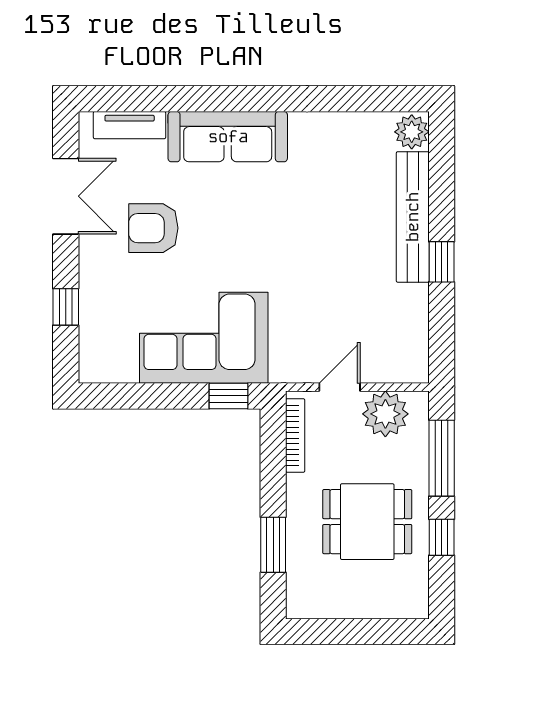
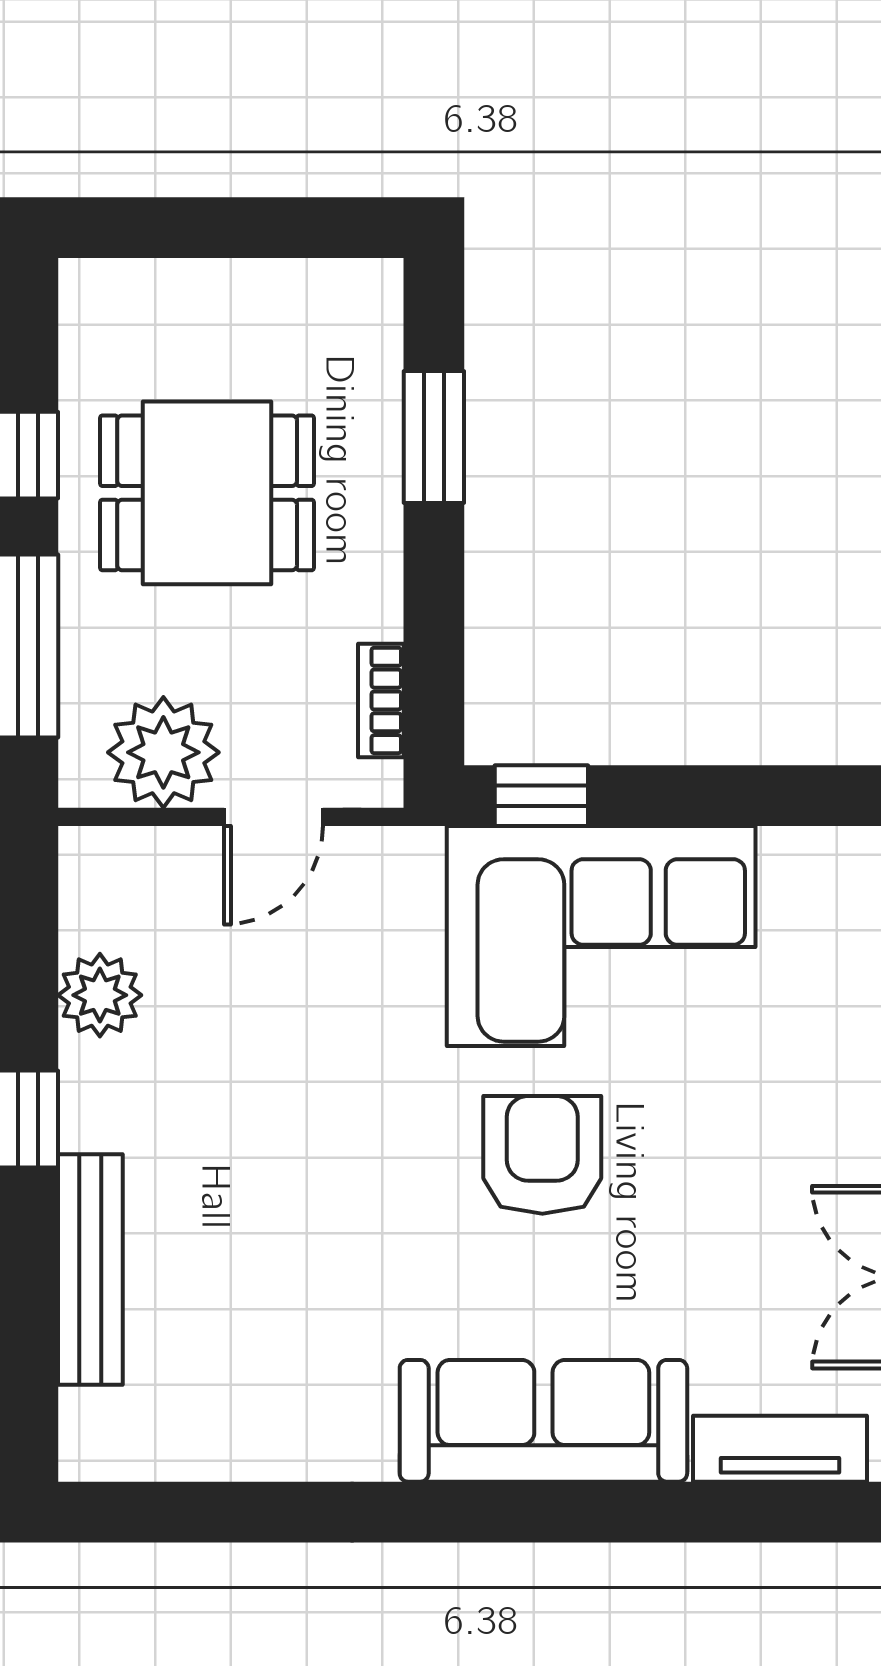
plant: (412, 132) -> (100, 995), moved
bench: (413, 217) -> (90, 1270), width x0.73, depth x0.82
armchair: (153, 228) -> (542, 1155), moved, turned -90
bookcase: (295, 436) -> (381, 700), width x0.64

